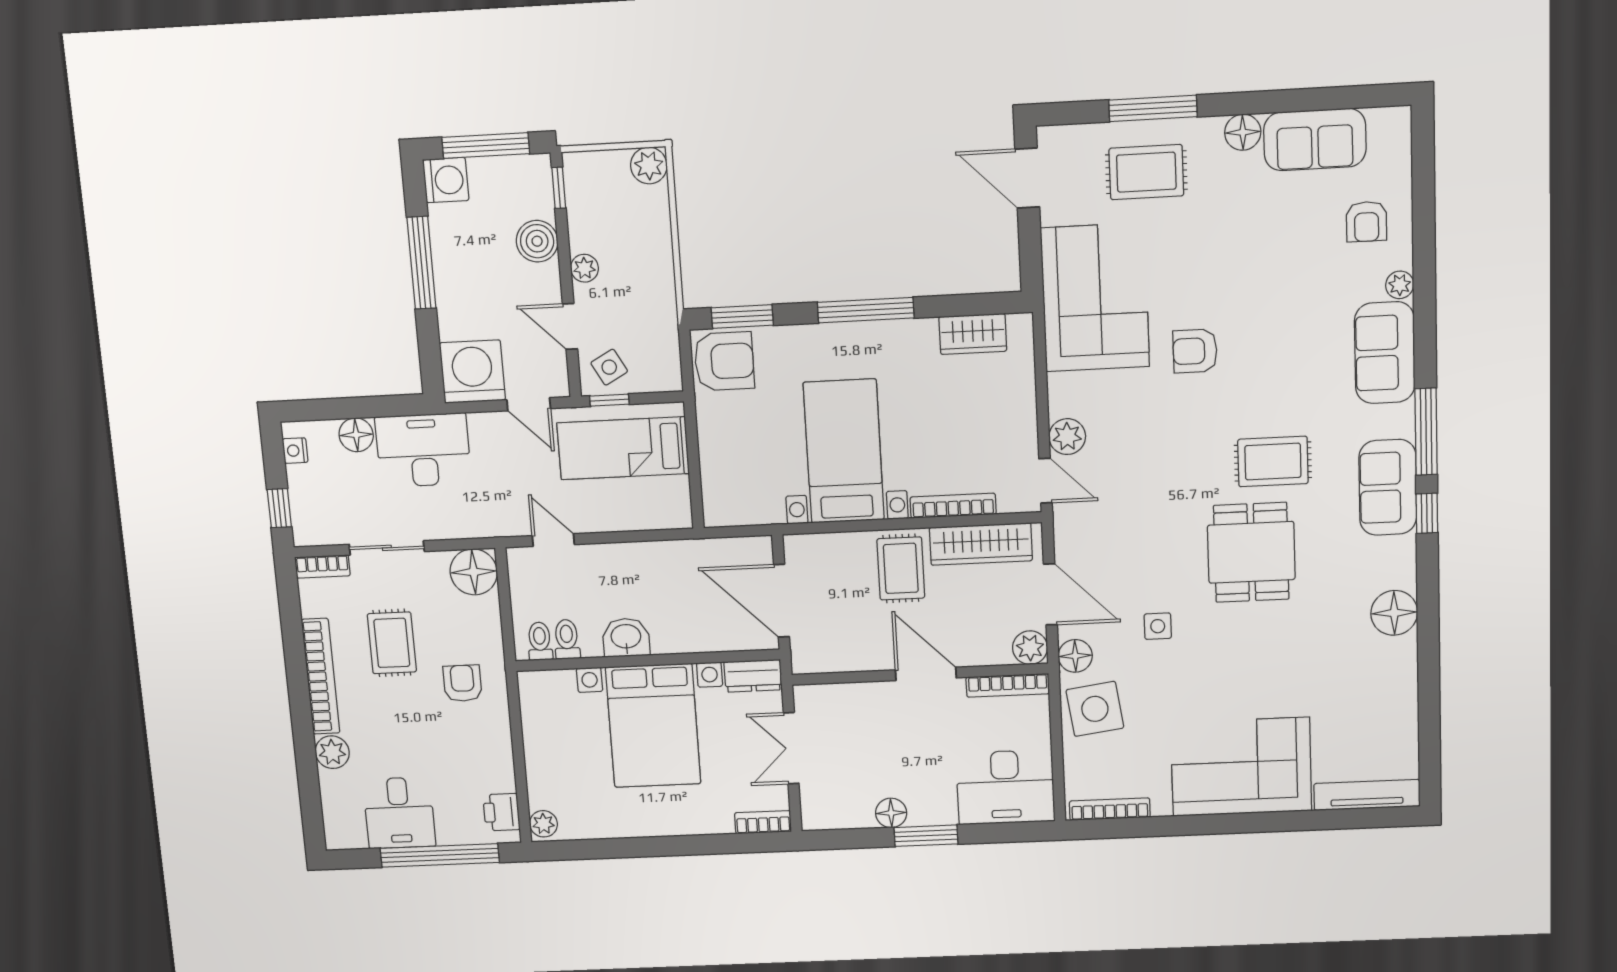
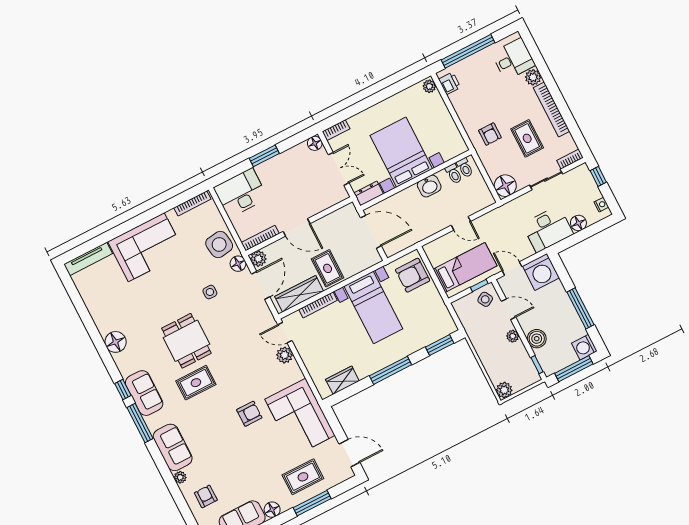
armchair: (724, 361) -> (413, 275), moved
door: (553, 540) -> (461, 223), moved
door: (1050, 594) -> (261, 285), swing flipped
desk: (399, 813) -> (513, 59), moved, turned 90
floor lamp: (891, 813) -> (315, 143), moved

